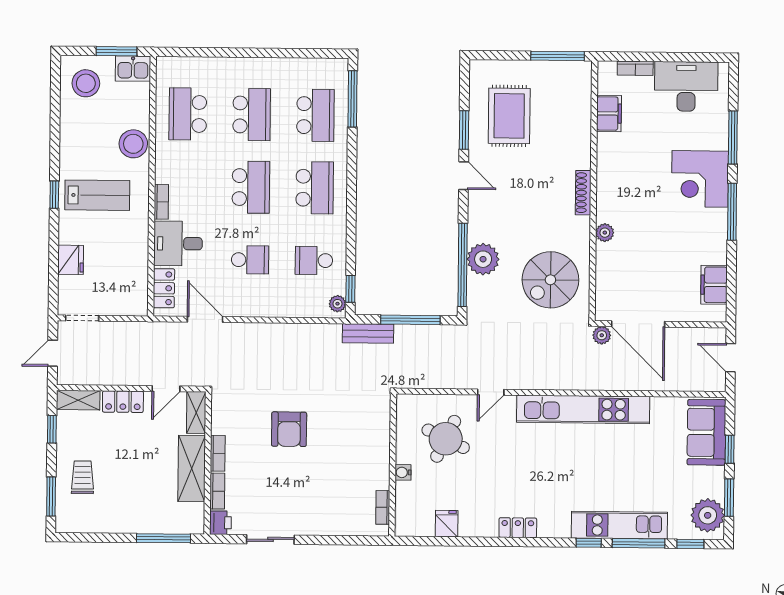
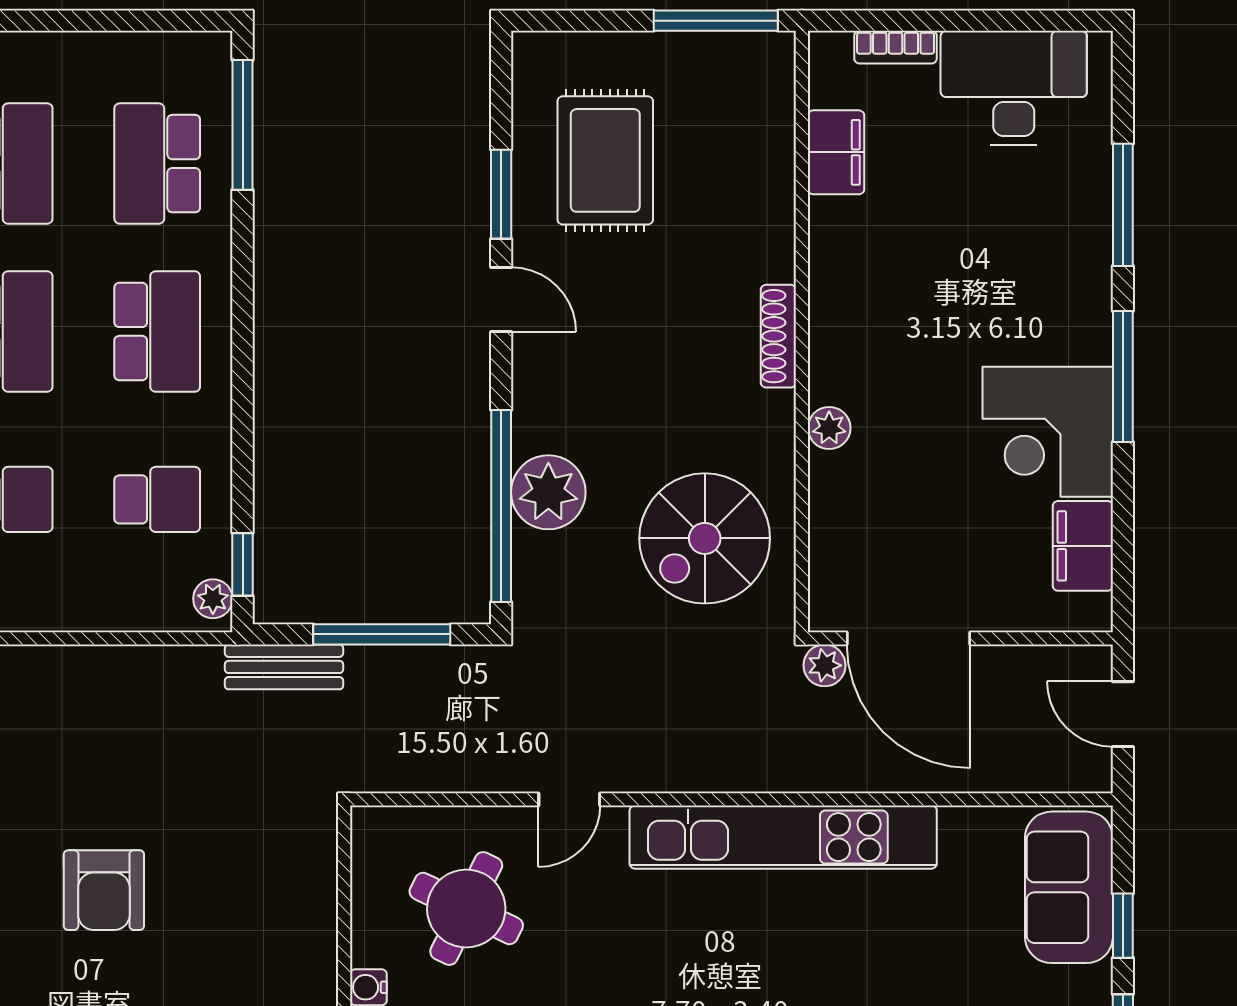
school desk: (315, 115) -> (157, 164), turned 180
corner desk: (700, 179) -> (1048, 432), moved
school desk: (314, 260) -> (157, 499), turned 180

